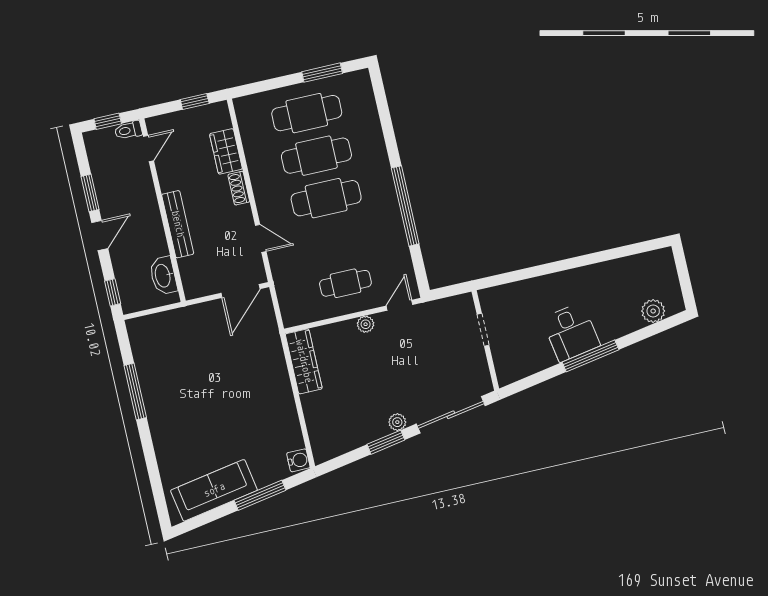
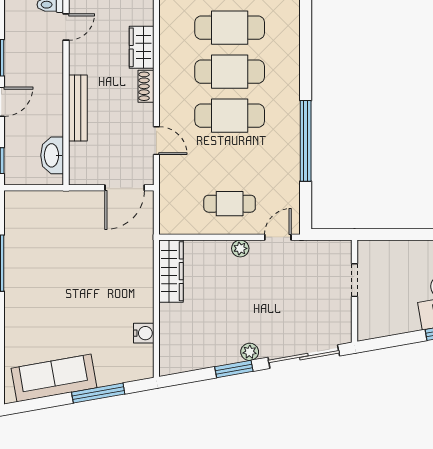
water cooler: (298, 460) -> (144, 333), moved

